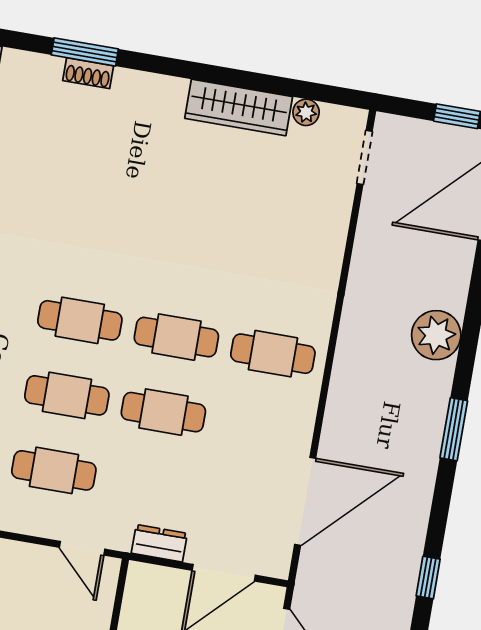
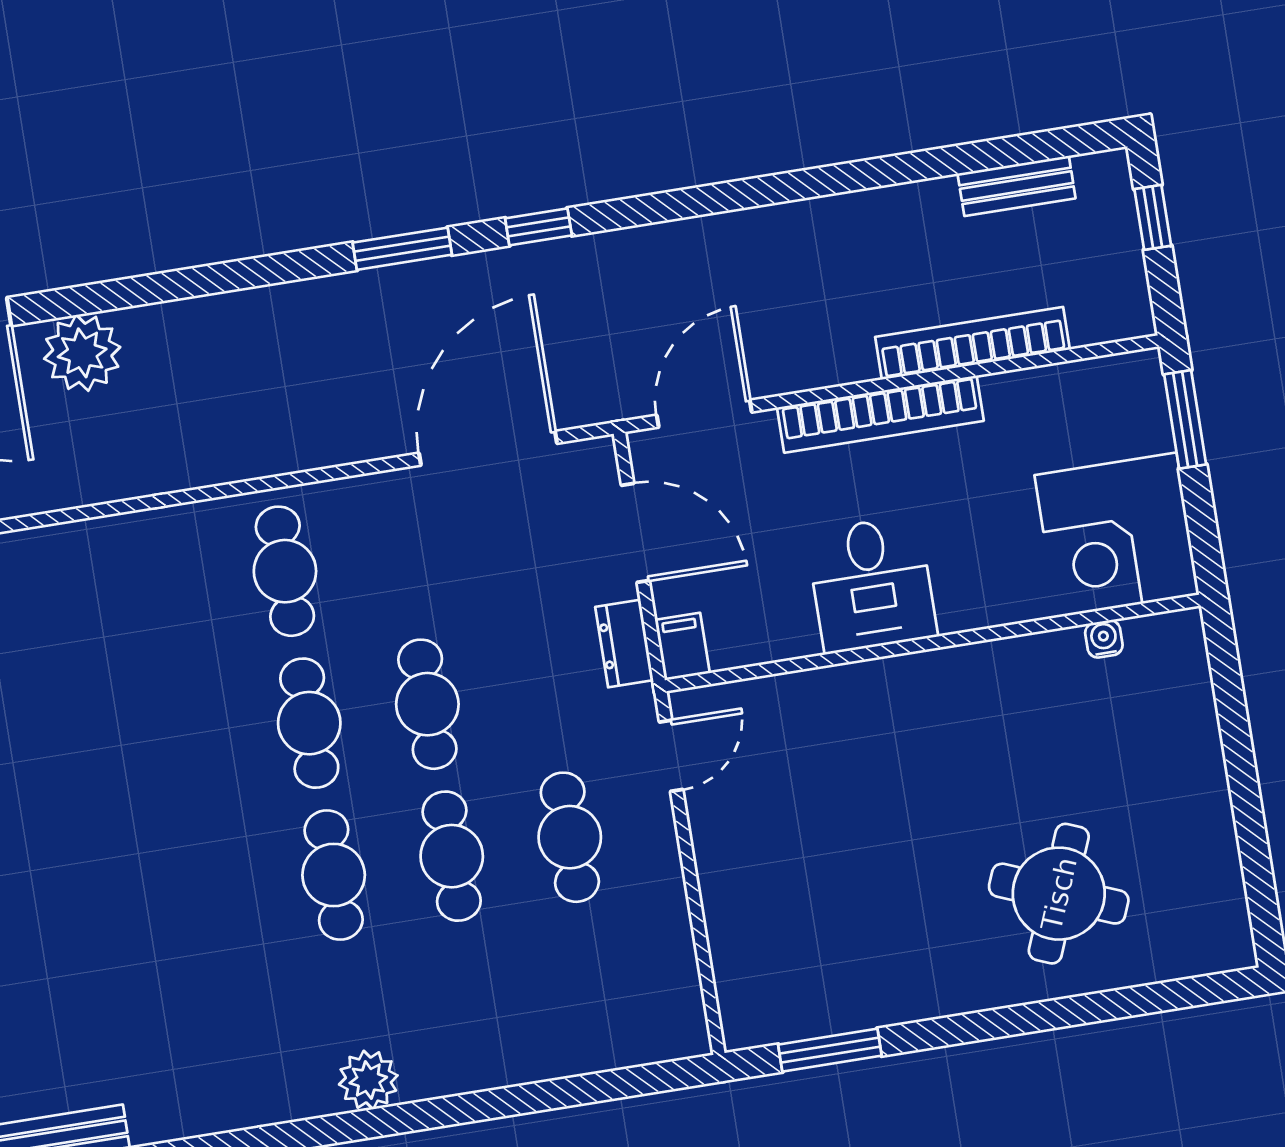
plant: (436, 335) -> (82, 353), moved
window: (454, 429) -> (402, 249), moved
door: (305, 501) -> (488, 448), hinge flipped
filing cabinet: (146, 578) -> (682, 647), added

